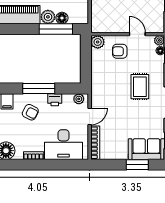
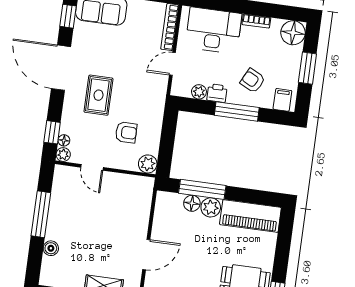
armchair: (120, 51) -> (126, 132), moved
plant: (79, 99) -> (199, 92), moved

